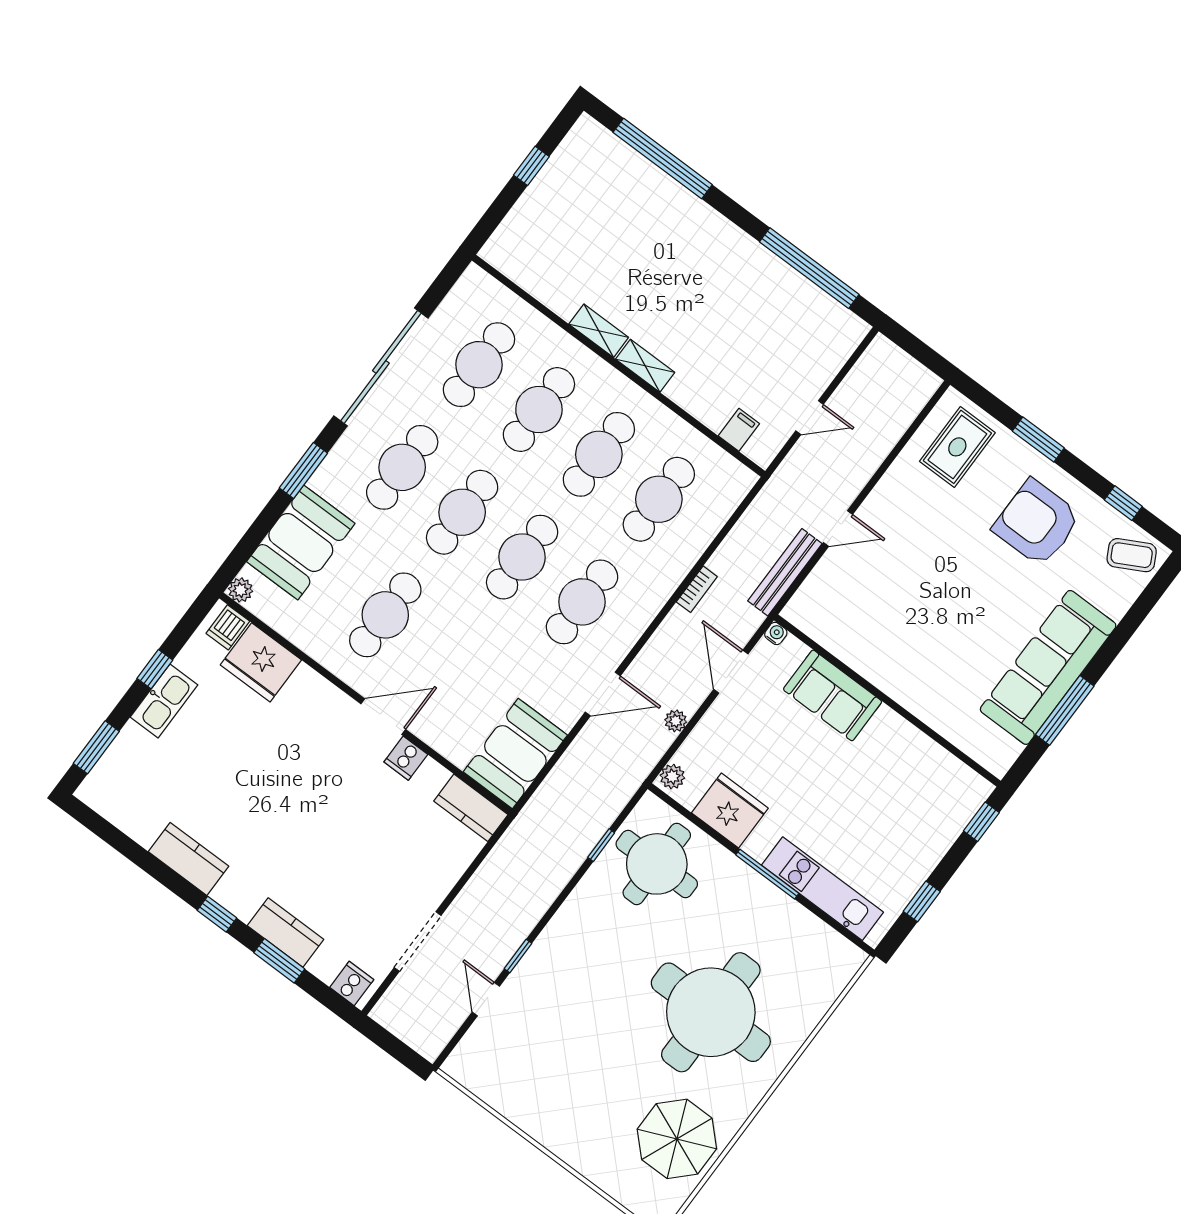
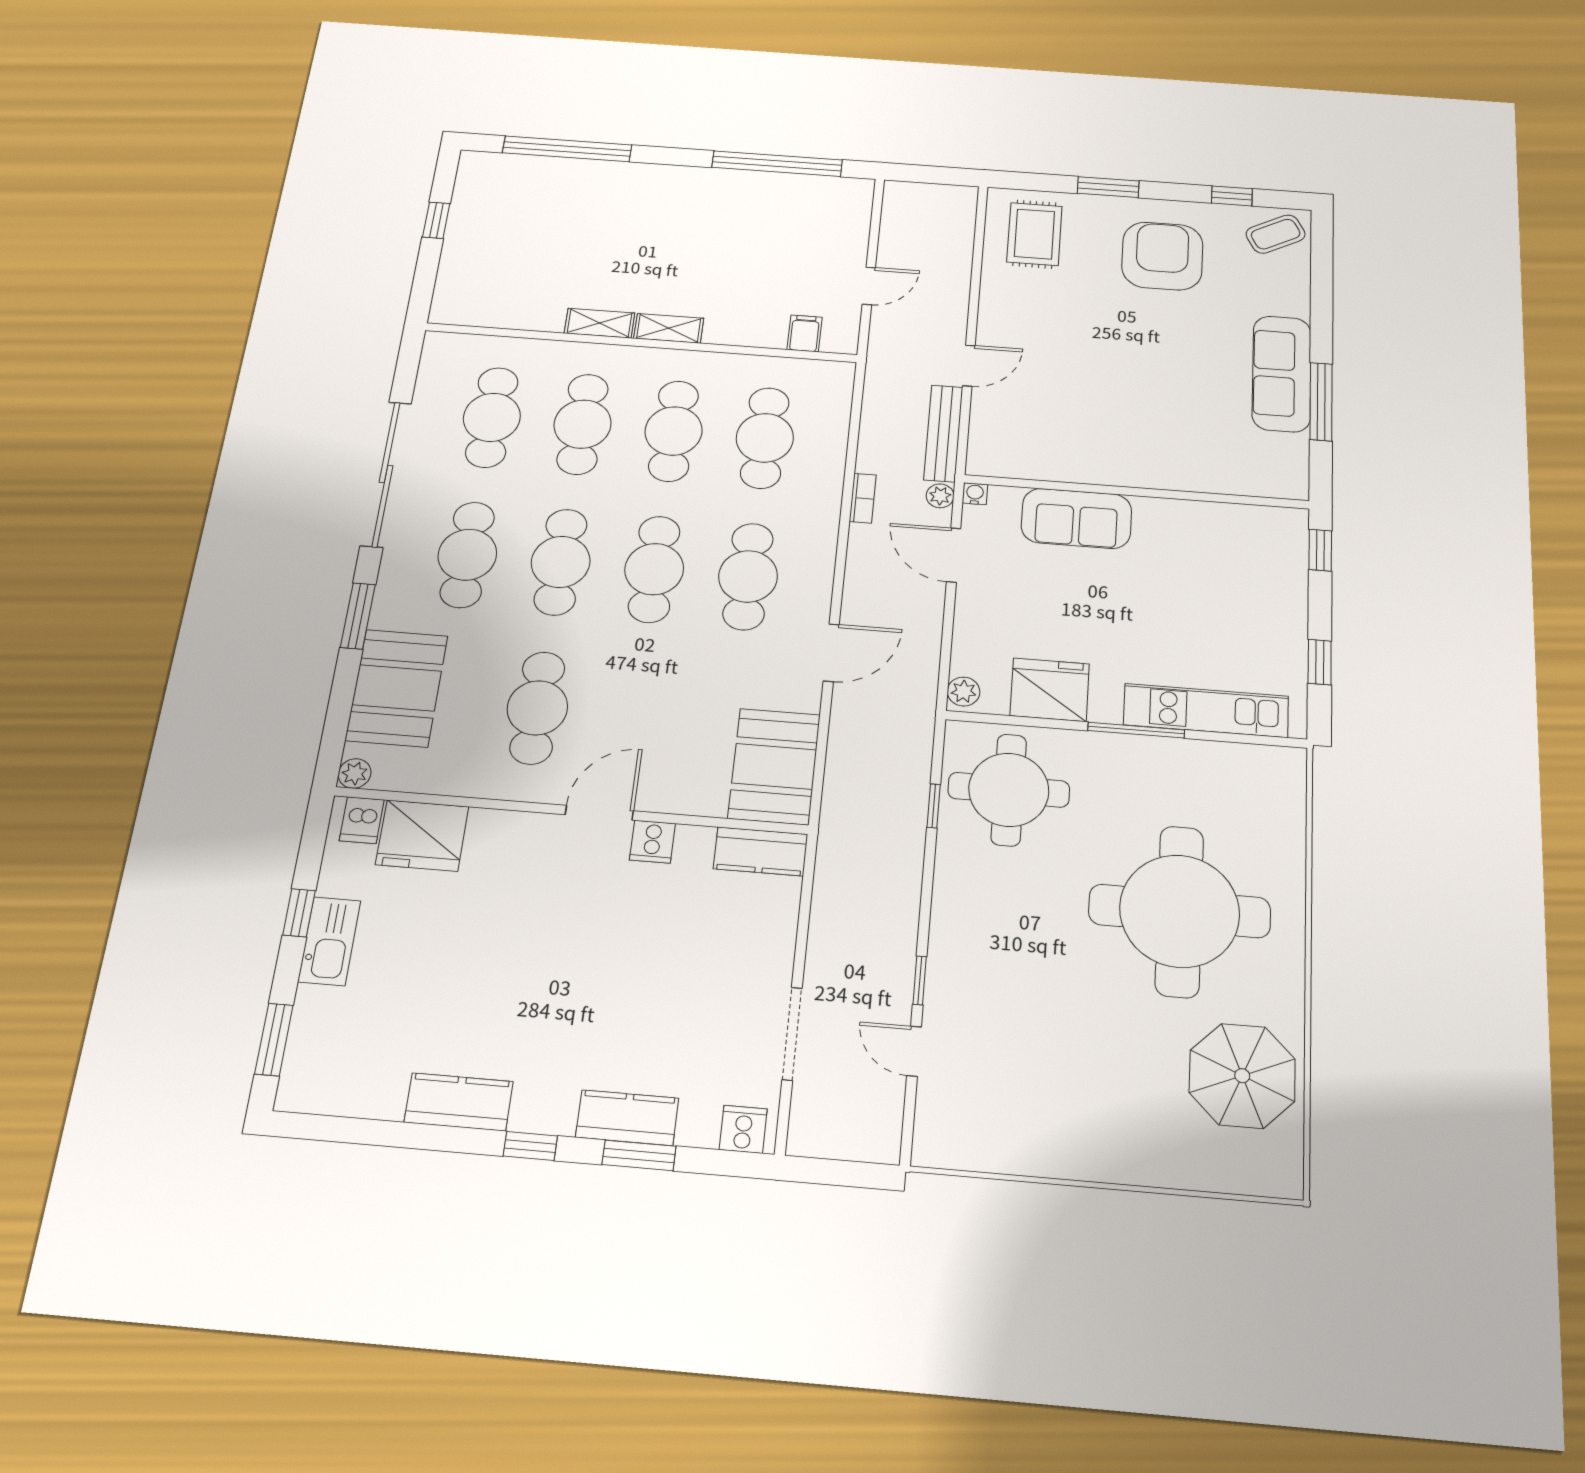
armchair: (1037, 523) -> (1162, 256), turned 90
sofa: (1048, 667) -> (1282, 374), width x0.74, depth x0.79
plant: (676, 721) -> (940, 496), moved

